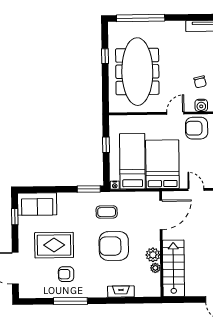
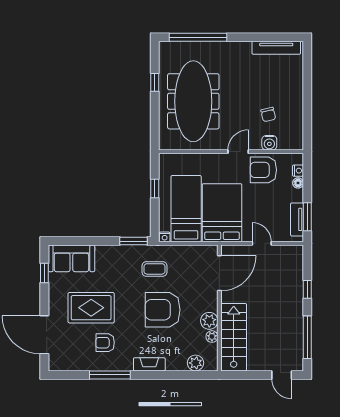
plant: (142, 290) -> (195, 363), added
fireplace: (121, 291) -> (149, 364), moved

